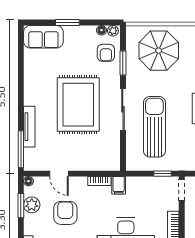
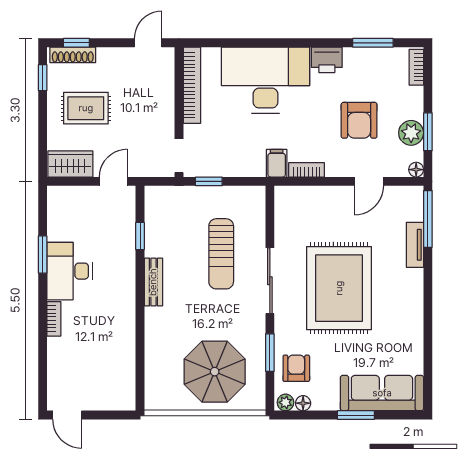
sofa: (43, 37) -> (382, 393), width x1.36
tv unit: (29, 127) -> (415, 245), width x0.71
sun lounger: (154, 127) -> (221, 254), width x0.73, depth x0.75
door: (59, 174) -> (369, 181), swing flipped

